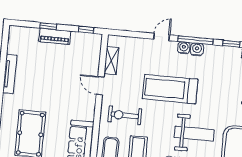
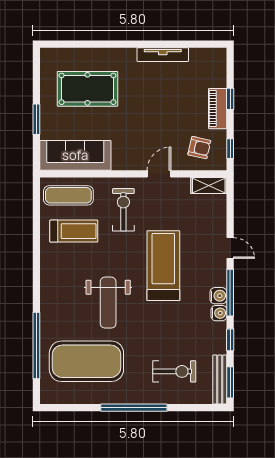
water cooler: (184, 48) -> (219, 313), moved
armchair: (83, 53) -> (199, 148), added
shelving: (111, 61) -> (209, 185), moved

